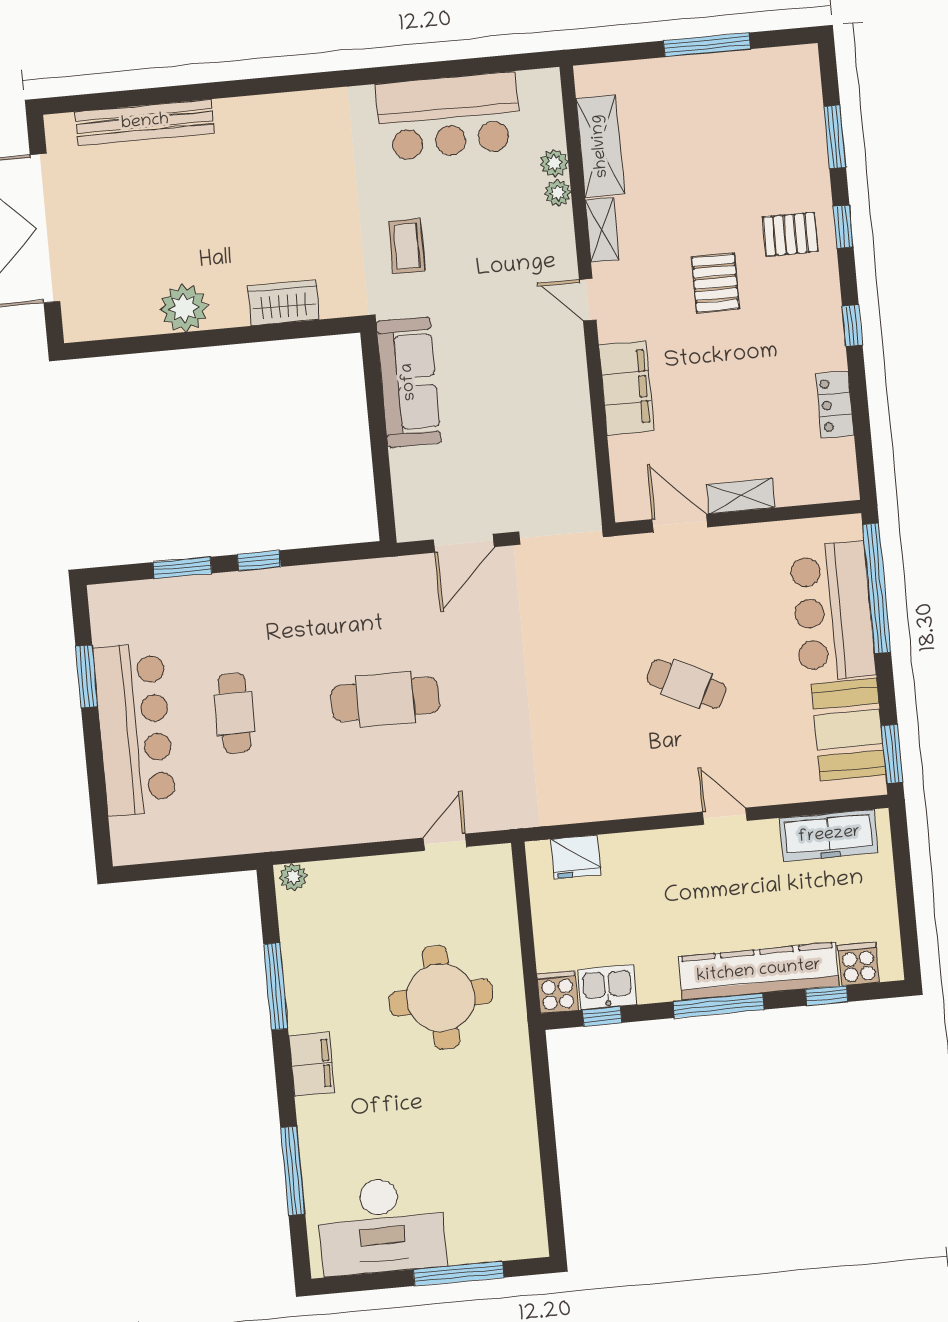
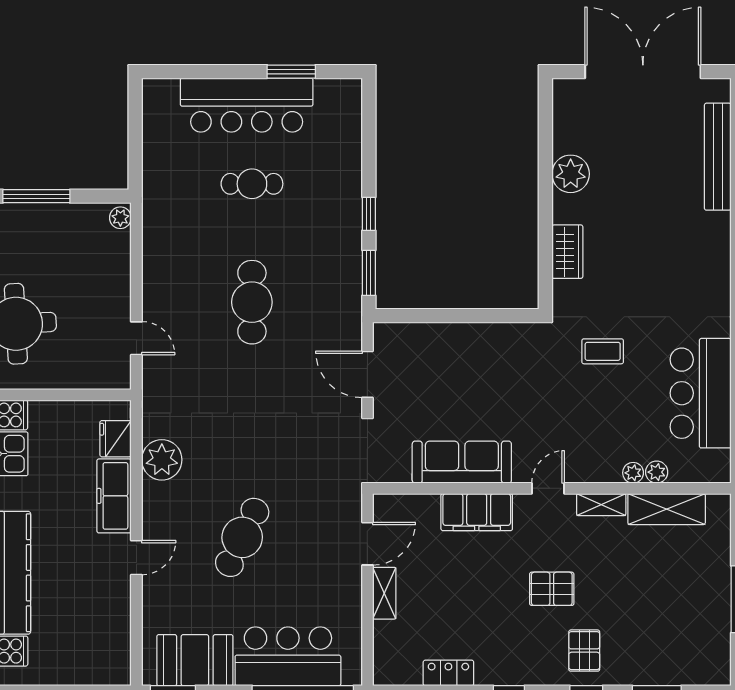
sofa: (409, 382) -> (462, 462), moved, turned 180
window: (182, 568) -> (369, 273), moved
cafe table: (686, 684) -> (242, 537), width x1.37, depth x1.35
plant: (597, 795) -> (162, 460), added
freezer: (829, 835) -> (114, 496), moved

